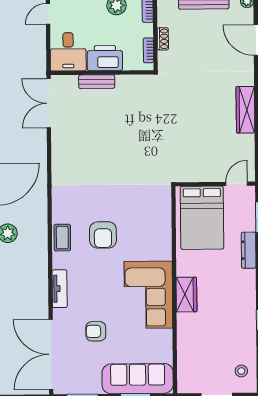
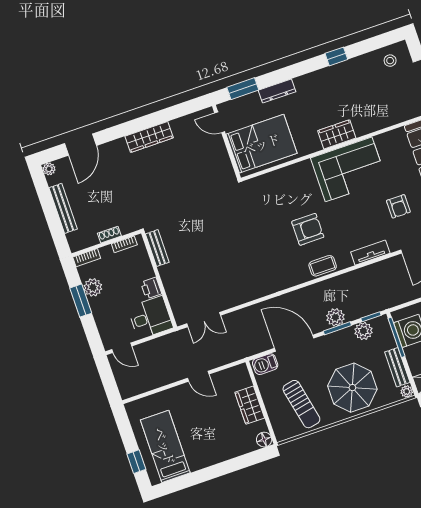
printer: (105, 58) -> (151, 288), width x0.53, depth x0.68
bench: (97, 82) -> (157, 248), moved
double door: (49, 103) -> (204, 320), width x0.73

